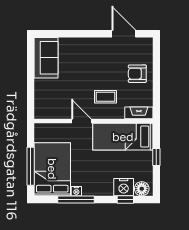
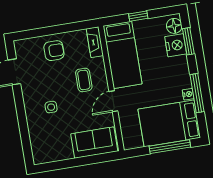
sofa: (46, 58) -> (94, 143), moved
side table: (85, 62) -> (51, 107), added
armchair: (137, 74) -> (54, 51), turned -90
window: (125, 199) -> (188, 41), width x1.50

